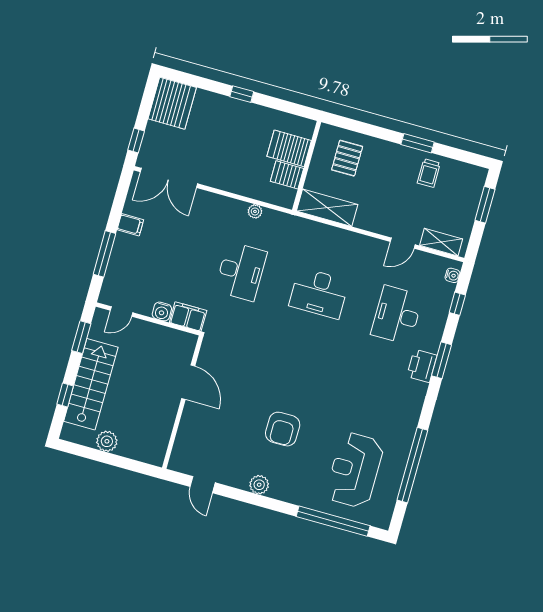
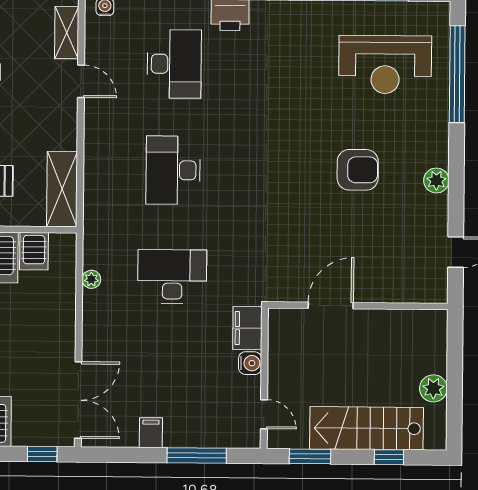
desk: (319, 293) -> (173, 170), turned 180
desk: (397, 315) -> (174, 64), turned -90

